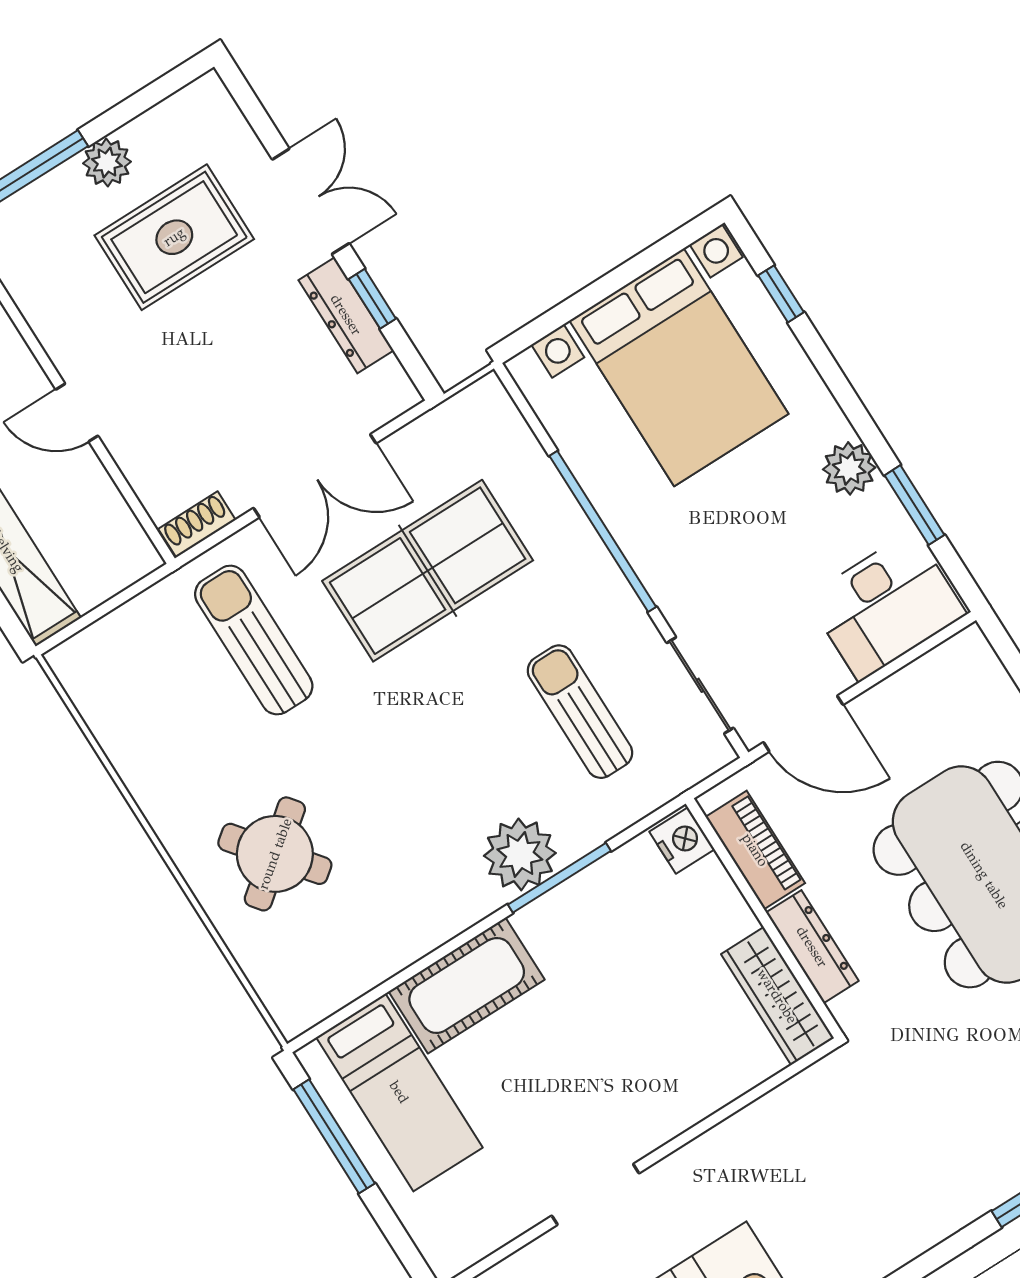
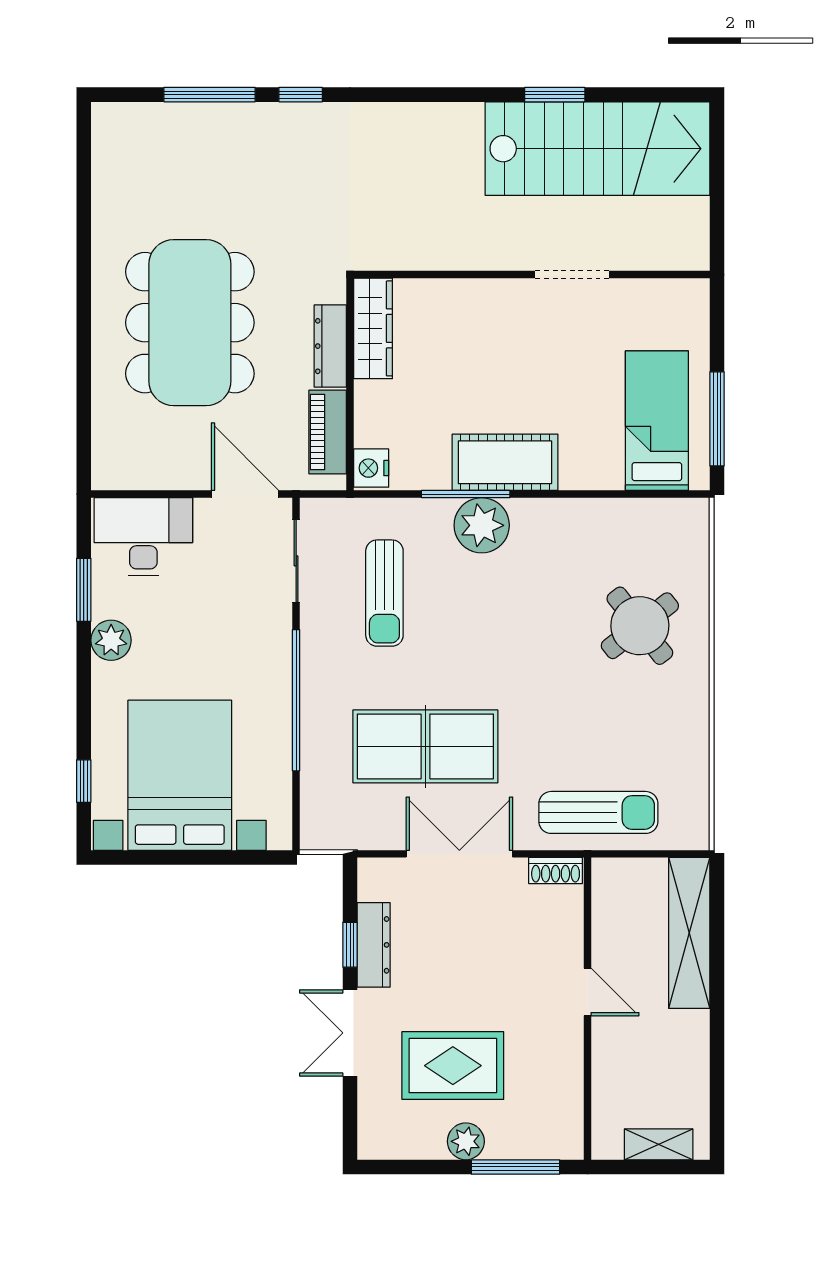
sun lounger: (254, 640) -> (598, 812), moved, turned -90
cot: (467, 985) -> (505, 462), moved

